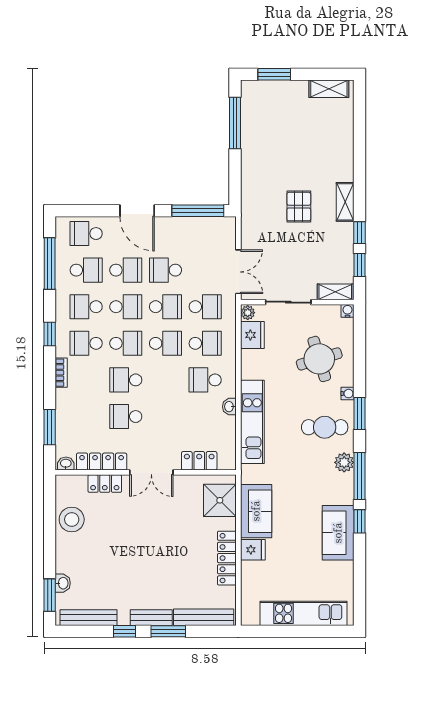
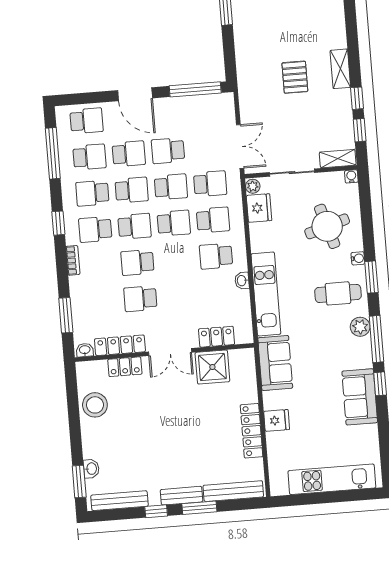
school desk: (86, 234) -> (87, 121), turned 180
shower: (220, 500) -> (212, 367), moved
sofa: (256, 511) -> (275, 363), moved

